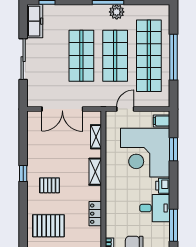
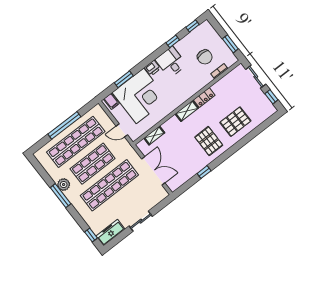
shop shelf: (81, 56) -> (109, 185), width x1.40
sliding door: (23, 59) -> (141, 221), width x0.73
shelving: (95, 172) -> (187, 111), moved
window: (23, 174) -> (204, 172), moved
pallet: (50, 185) -> (209, 141), width x1.50, depth x1.42
window: (173, 225) -> (173, 41), width x0.46
pallet: (48, 226) -> (235, 122), turned 90

